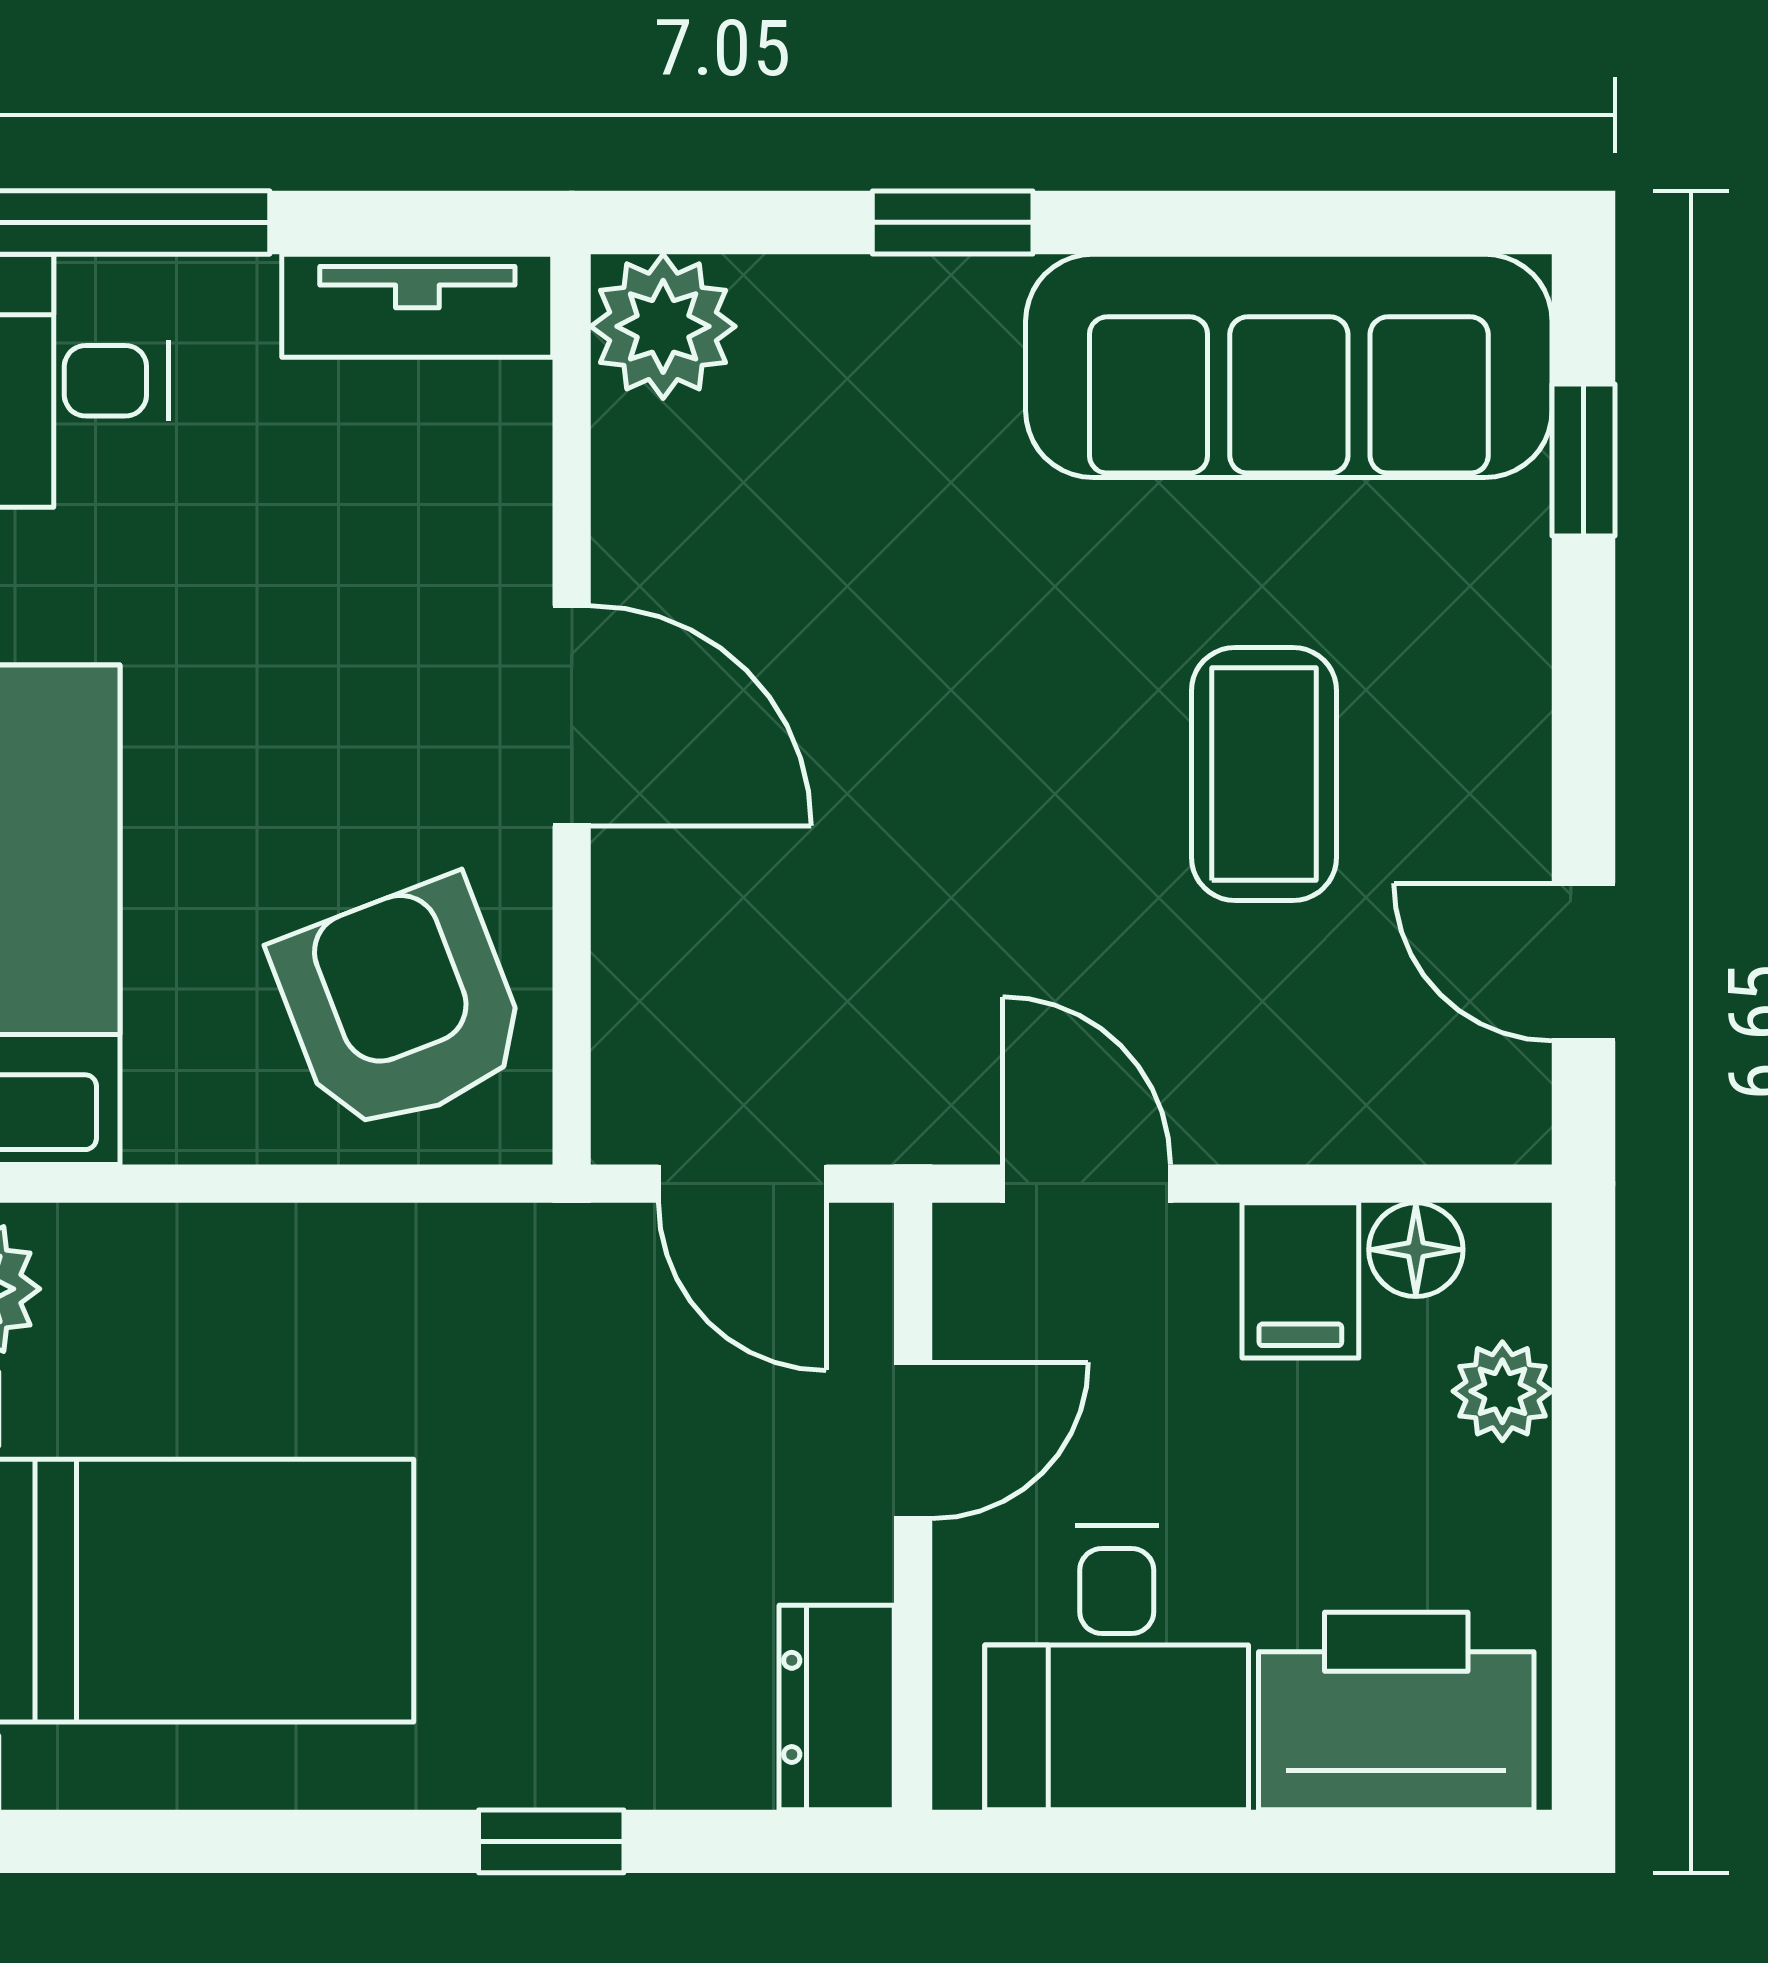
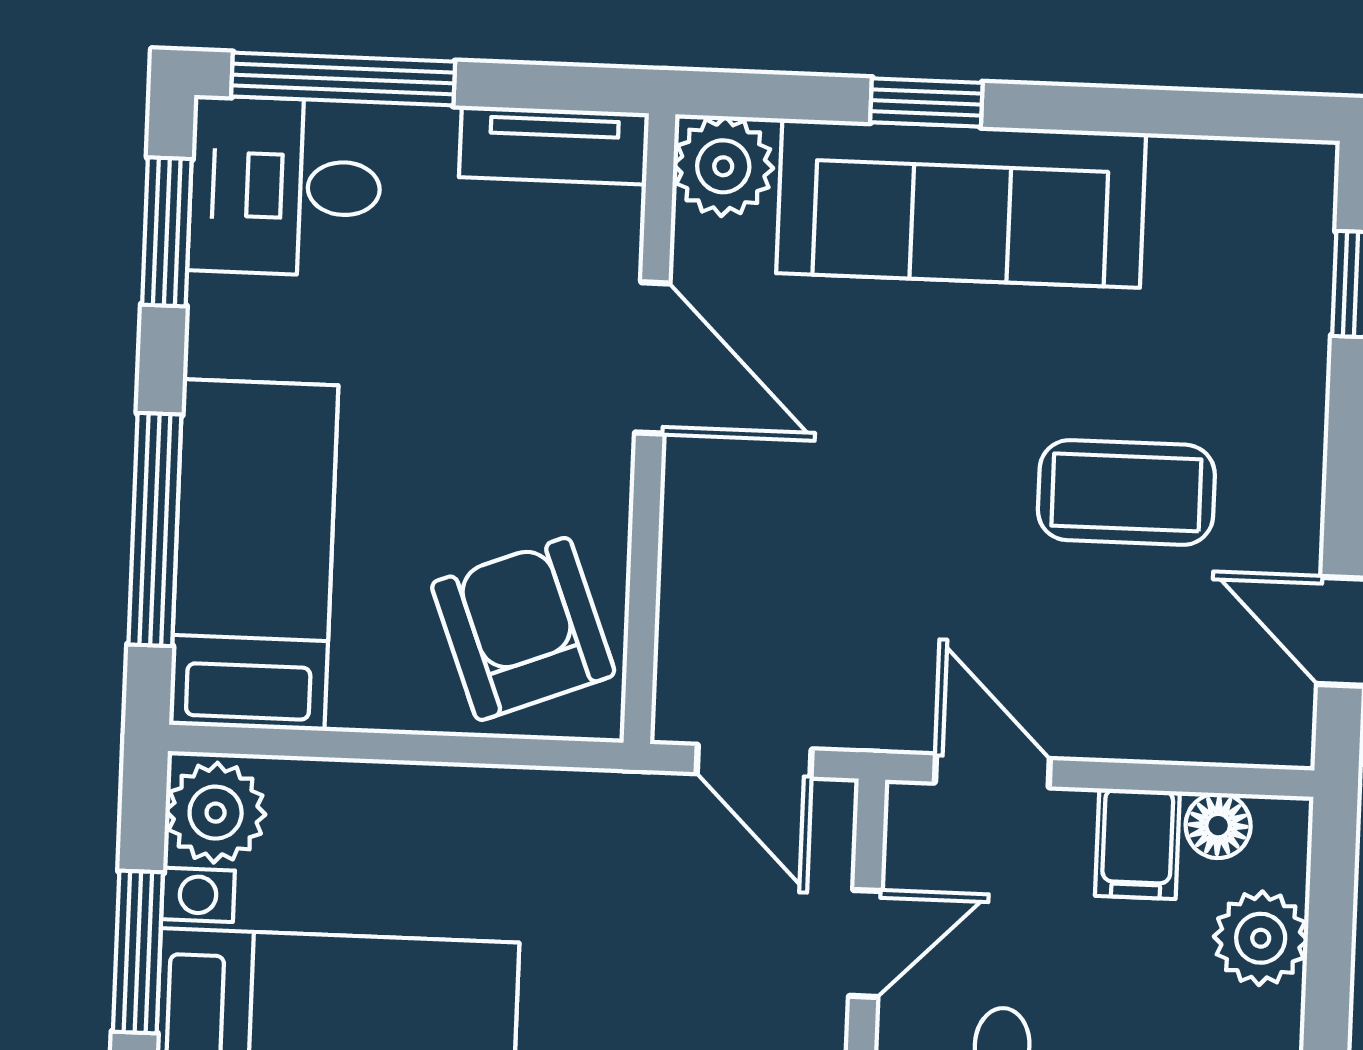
sofa: (1289, 366) -> (961, 203), moved
door: (572, 716) -> (652, 358), moved
coffee table: (1264, 774) -> (1126, 492), turned 90
plant: (1502, 1391) -> (1261, 938), width x1.38, depth x1.38

